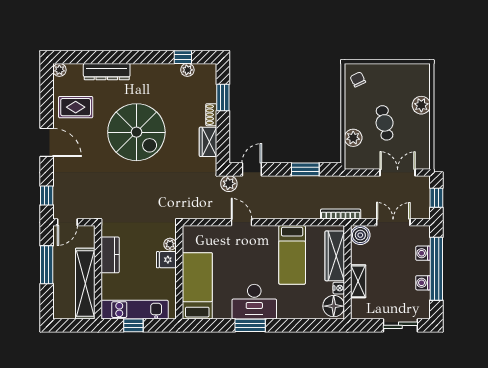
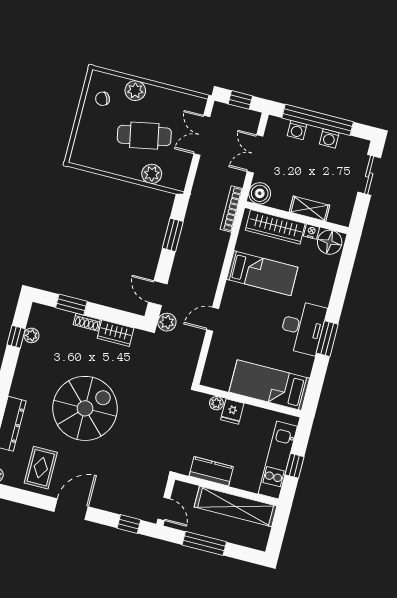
chair: (358, 79) -> (103, 99), moved
cafe table: (385, 123) -> (144, 136), width x1.37, depth x1.35

